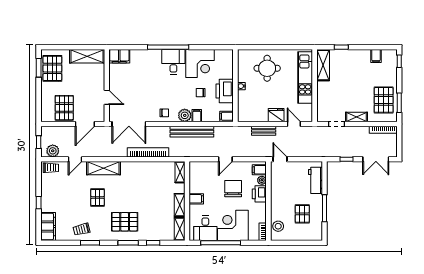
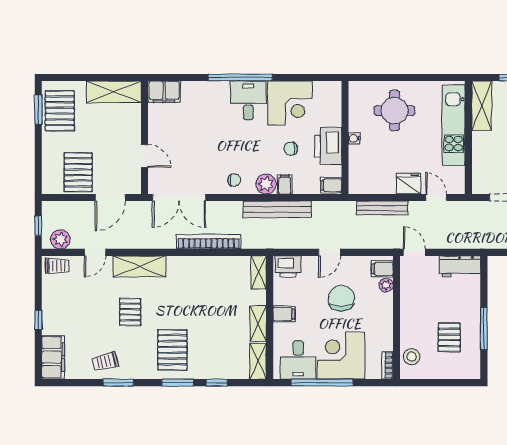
bench: (264, 131) -> (382, 208), width x1.36
workbench: (315, 180) -> (460, 266), moved, turned -90
printer: (259, 194) -> (288, 266), moved, turned -90
pallet: (125, 222) -> (172, 350), turned 90

